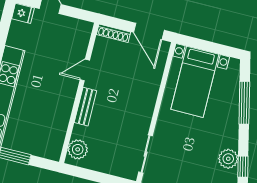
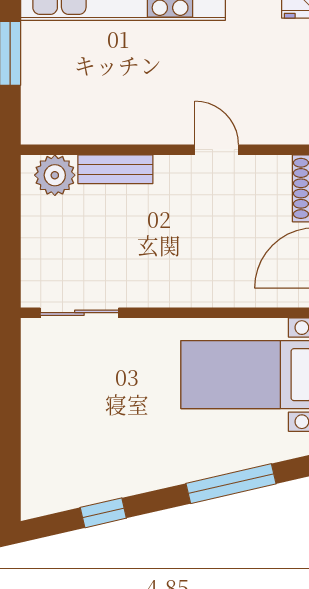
bench: (85, 107) -> (115, 169), moved
plant: (228, 159) -> (112, 480), removed

